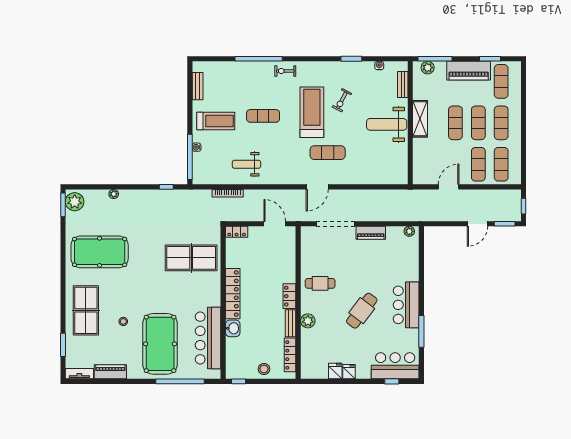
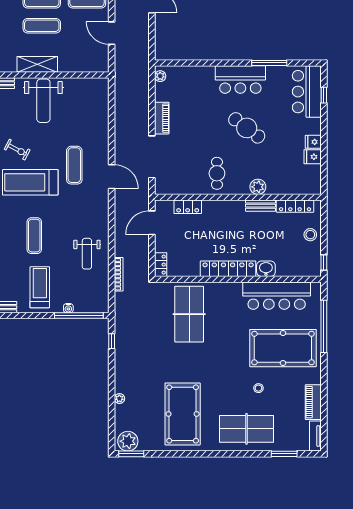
locker: (289, 296) -> (188, 207), moved

